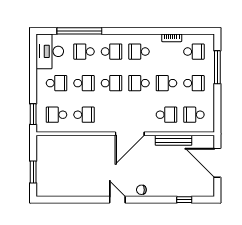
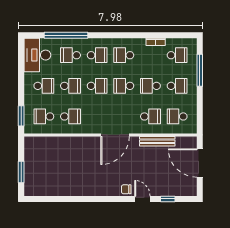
door: (117, 200) -> (142, 199), moved

